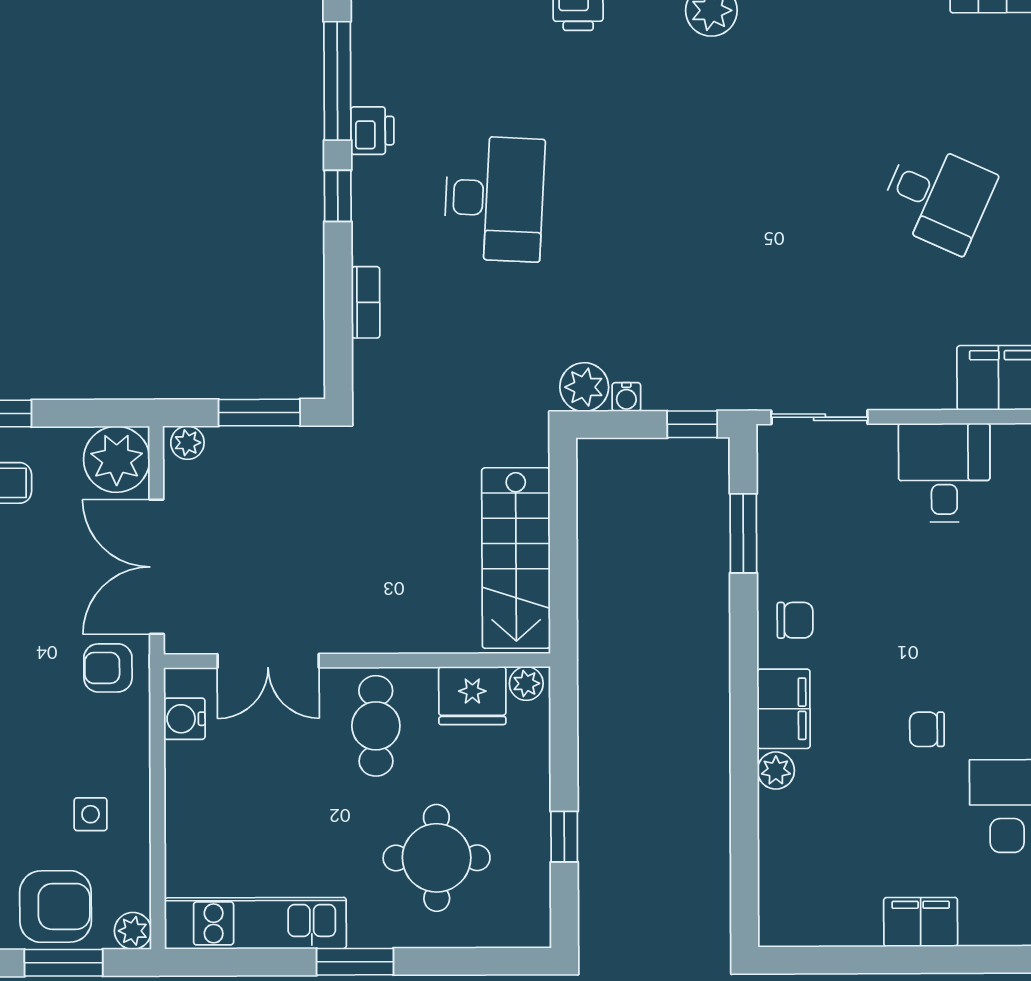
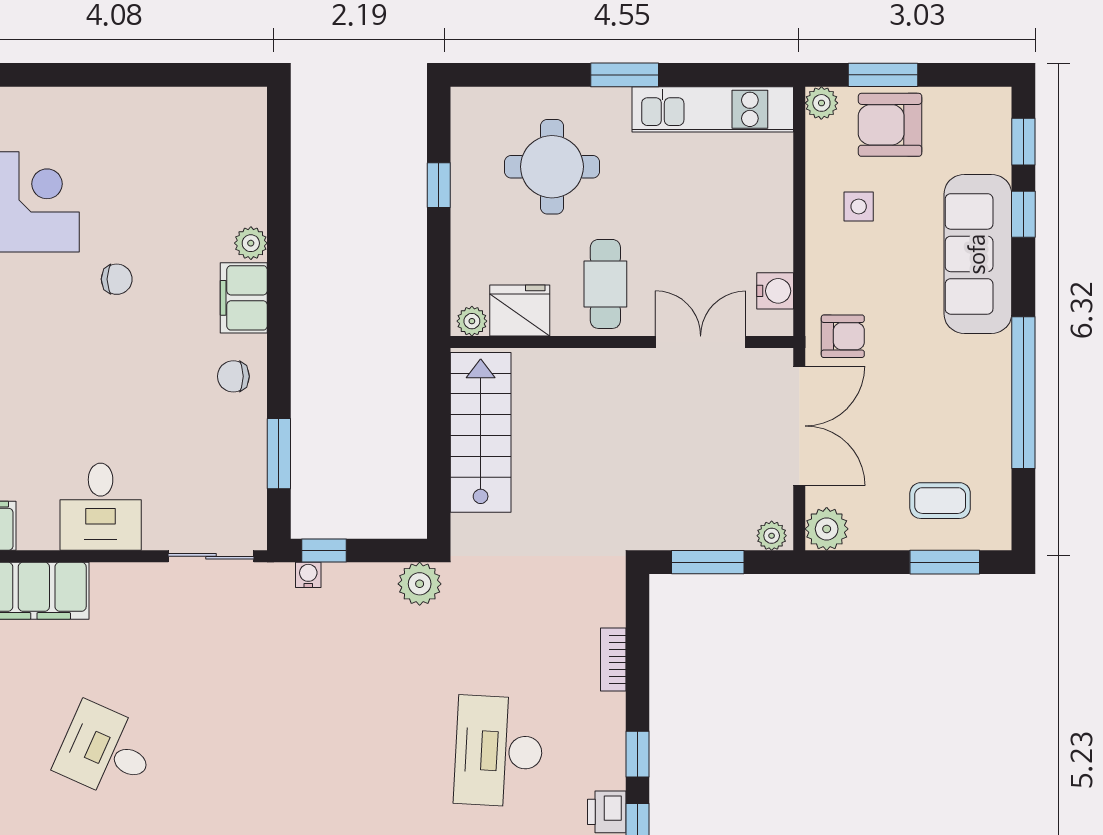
water cooler: (626, 397) -> (308, 575), moved
plant: (117, 459) -> (827, 529), width x0.73, depth x0.73
filing cabinet: (921, 922) -> (123, 108), removed

